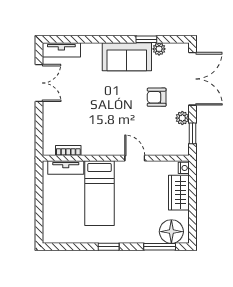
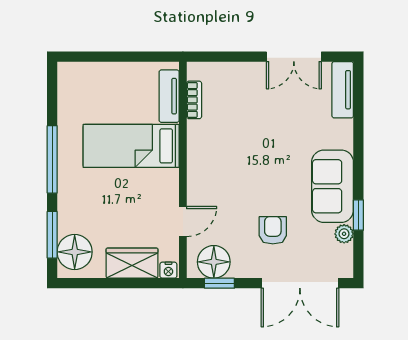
plant: (182, 118) -> (242, 268), removed
floor lamp: (178, 137) -> (214, 262), added
door: (135, 158) -> (183, 222), moved
window: (109, 247) -> (52, 159), width x2.17

